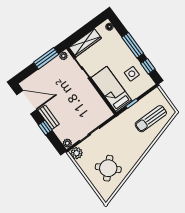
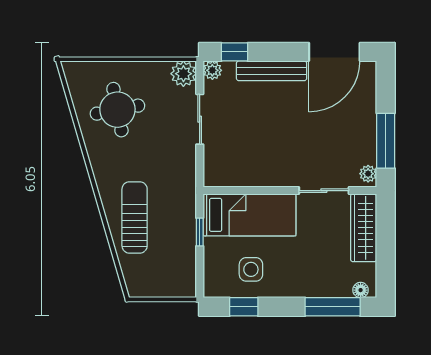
window: (133, 45) -> (333, 307), moved
bench: (49, 117) -> (272, 71), width x1.36
sun lounger: (151, 119) -> (135, 217), moved
window: (45, 128) -> (234, 52), moved
round table: (108, 168) -> (117, 110), turned 35

